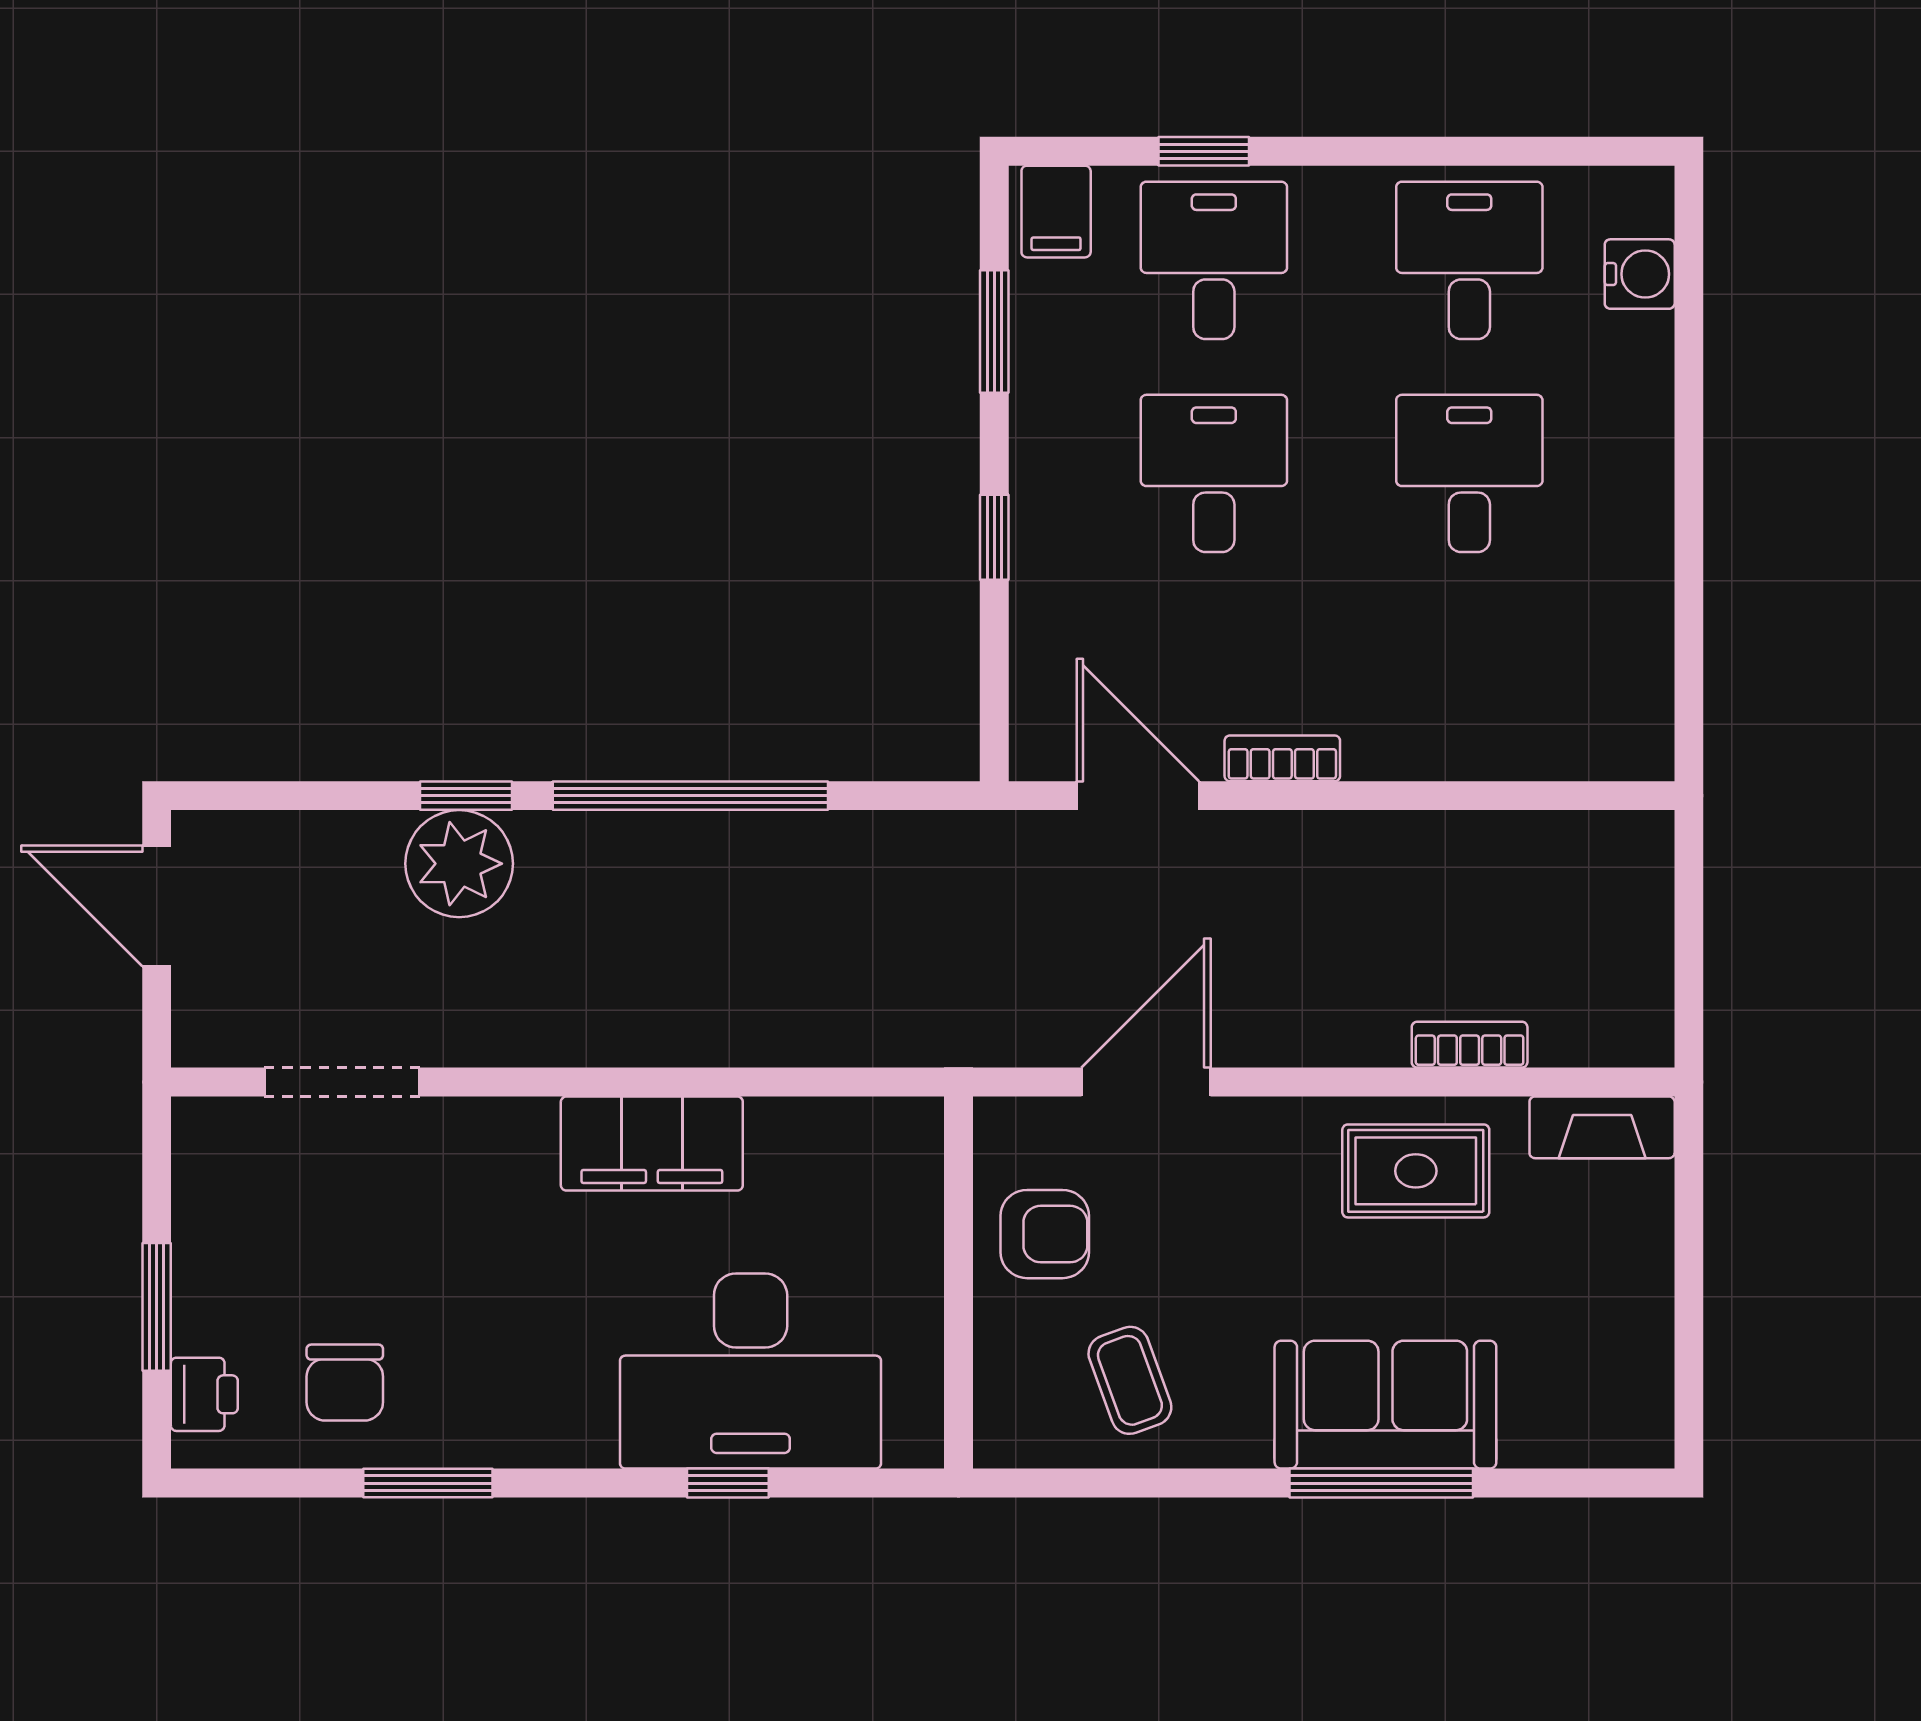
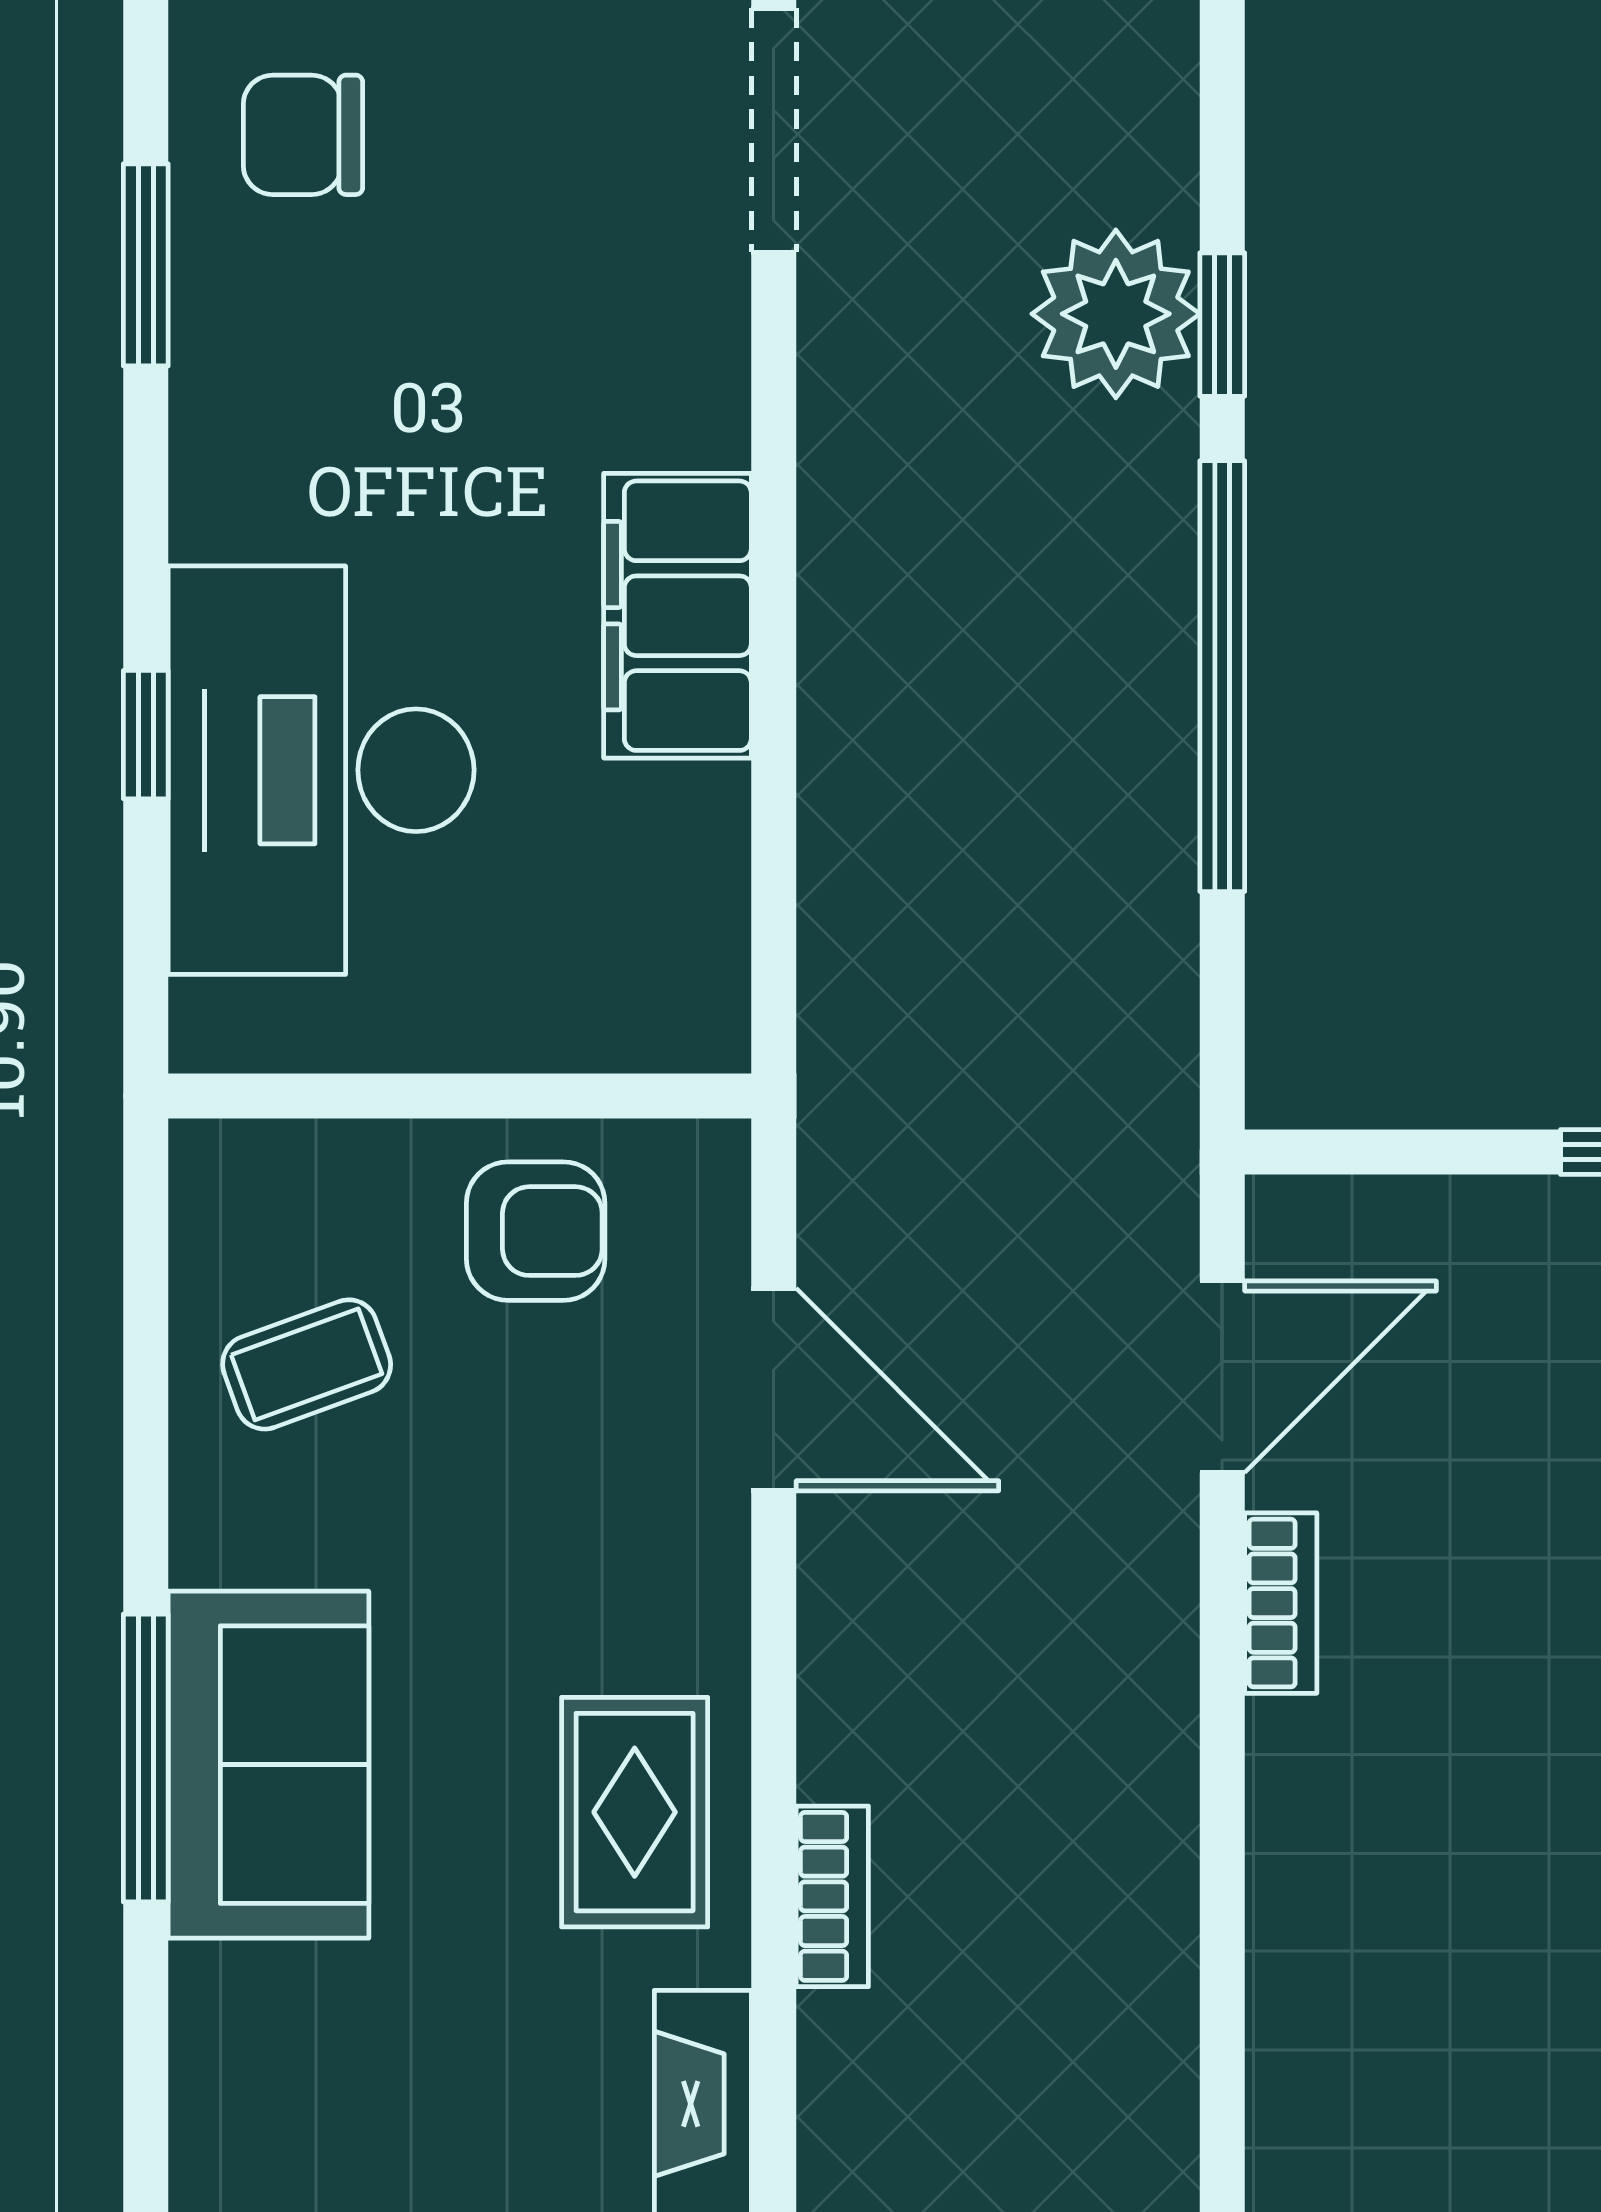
armchair: (1045, 1234) -> (536, 1231), turned -90

